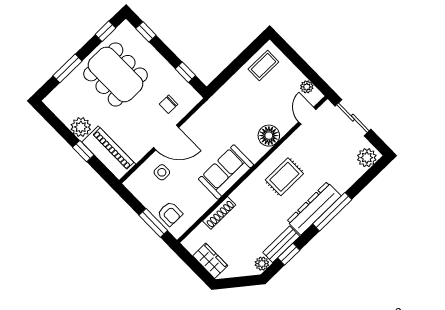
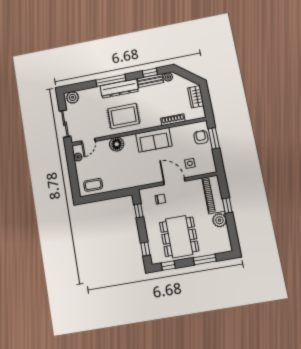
rug: (284, 177) -> (124, 116), width x1.36, depth x1.43

